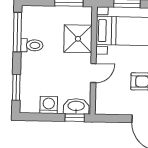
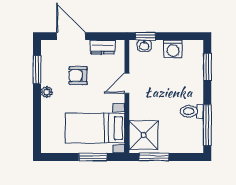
shower: (78, 39) -> (144, 135), moved
washbasin: (76, 106) -> (144, 46), width x0.52, depth x0.69
dresser: (116, 108) -> (103, 47), added

